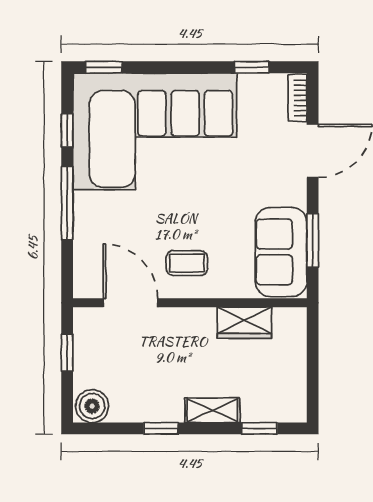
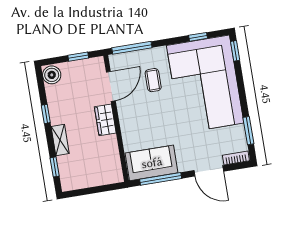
window: (252, 67) -> (248, 131), width x1.50
window: (67, 203) -> (132, 48), moved
window: (313, 240) -> (161, 179), width x1.44
coffee table: (187, 263) -> (153, 80), moved
wardrobe: (244, 323) -> (105, 120), moved

